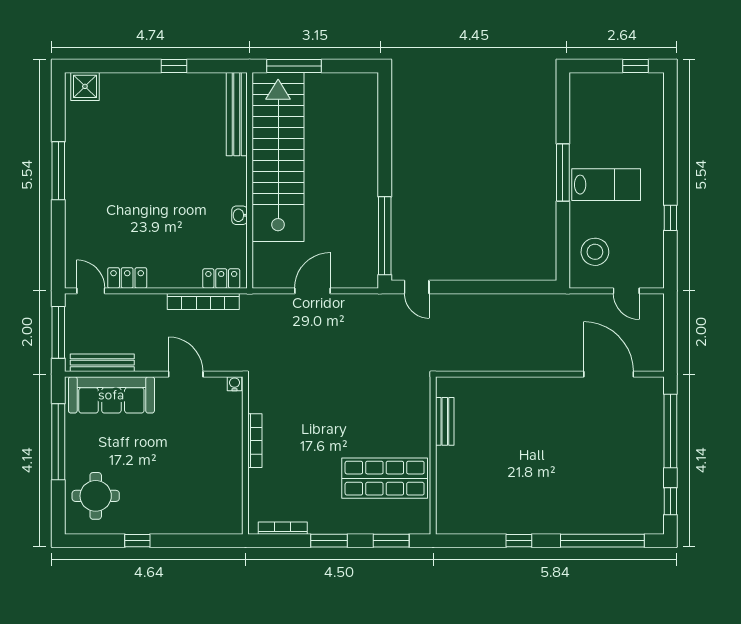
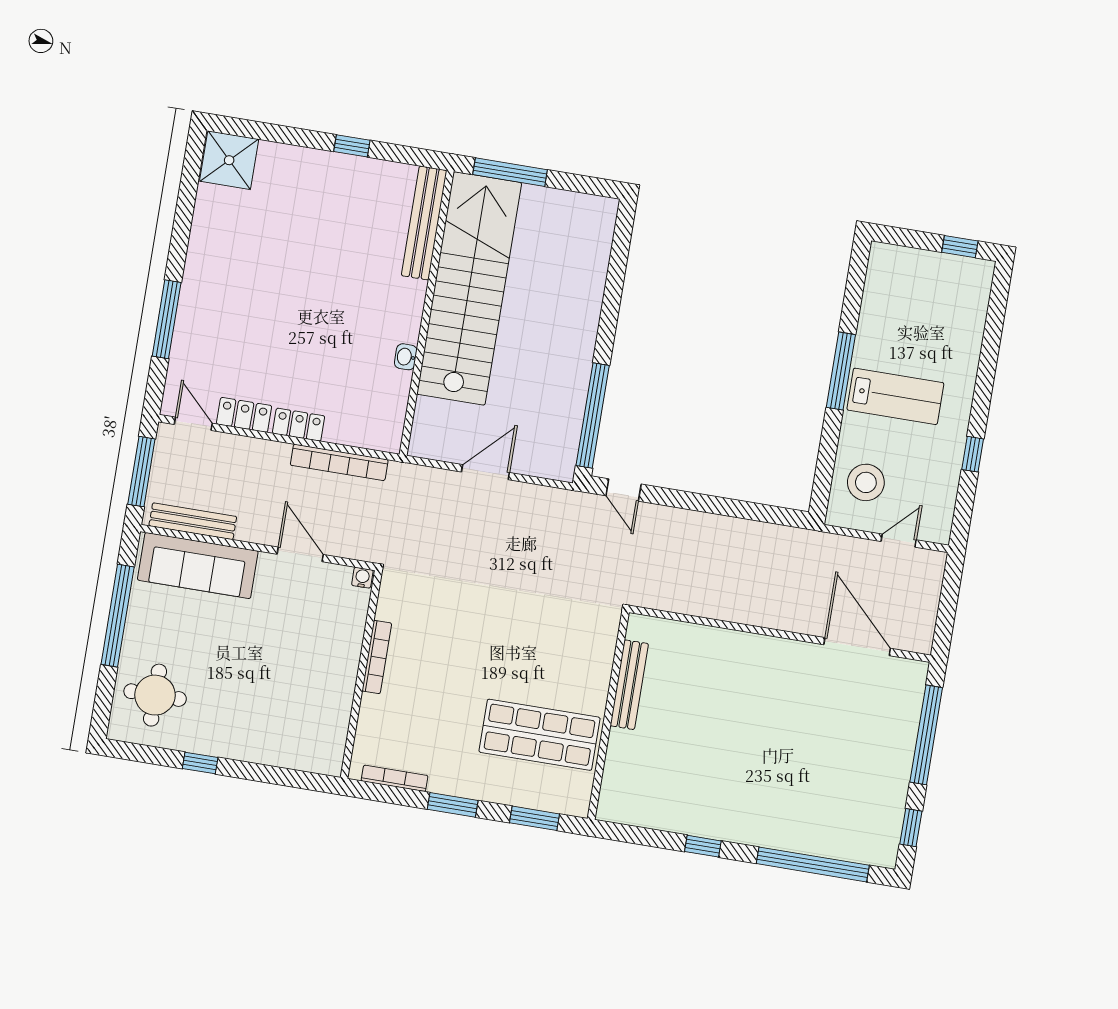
shower: (85, 86) -> (229, 160), width x1.36, depth x1.36
window: (58, 171) -> (167, 319), moved
locker: (221, 278) -> (299, 425), moved
door: (626, 291) -> (899, 541), swing flipped
bench: (445, 421) -> (629, 685), width x1.36

